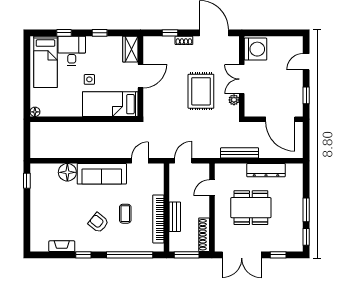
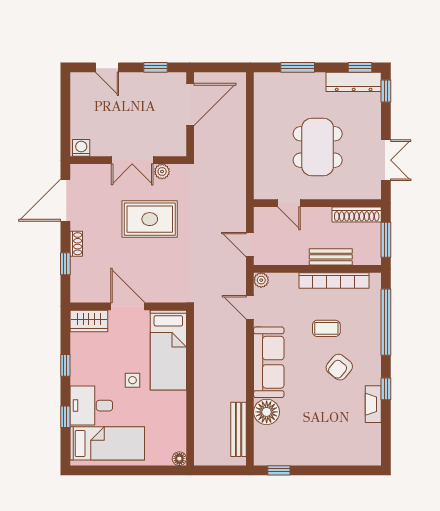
washing machine: (255, 49) -> (81, 148), width x0.53, depth x0.53
bench: (240, 153) -> (239, 429), moved
plant: (159, 169) -> (261, 280), added
dresser: (266, 170) -> (354, 82), moved, turned 90
window: (306, 210) -> (298, 67), moved
fireplace: (62, 246) -> (373, 404), moved
double door: (242, 255) -> (386, 160), width x0.73
window: (278, 255) -> (386, 91), moved

